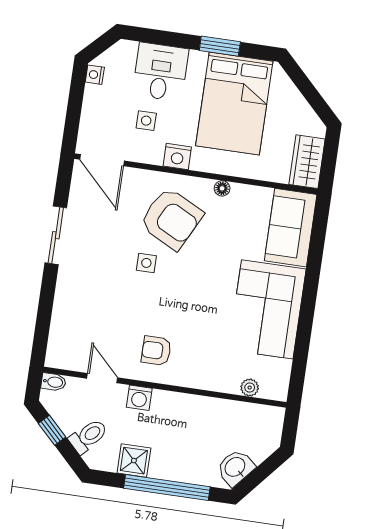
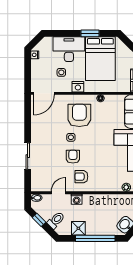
desk: (161, 72) -> (69, 49), width x1.37
door: (102, 160) -> (44, 93), hinge flipped
armchair: (171, 219) -> (79, 115), turned -117
sliding door: (56, 235) -> (28, 156), moved
armchair: (145, 305) -> (73, 157), added
door: (102, 378) -> (58, 193), hinge flipped

